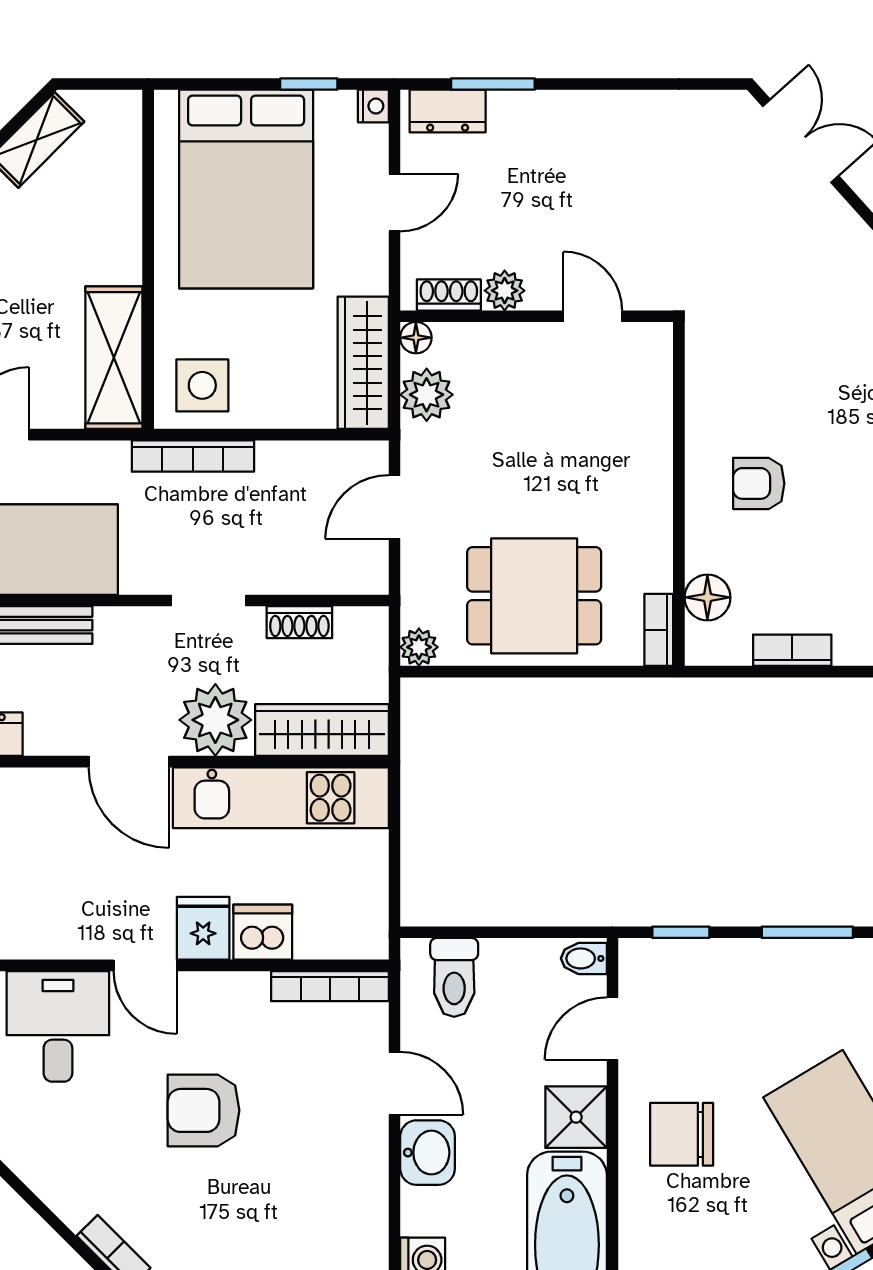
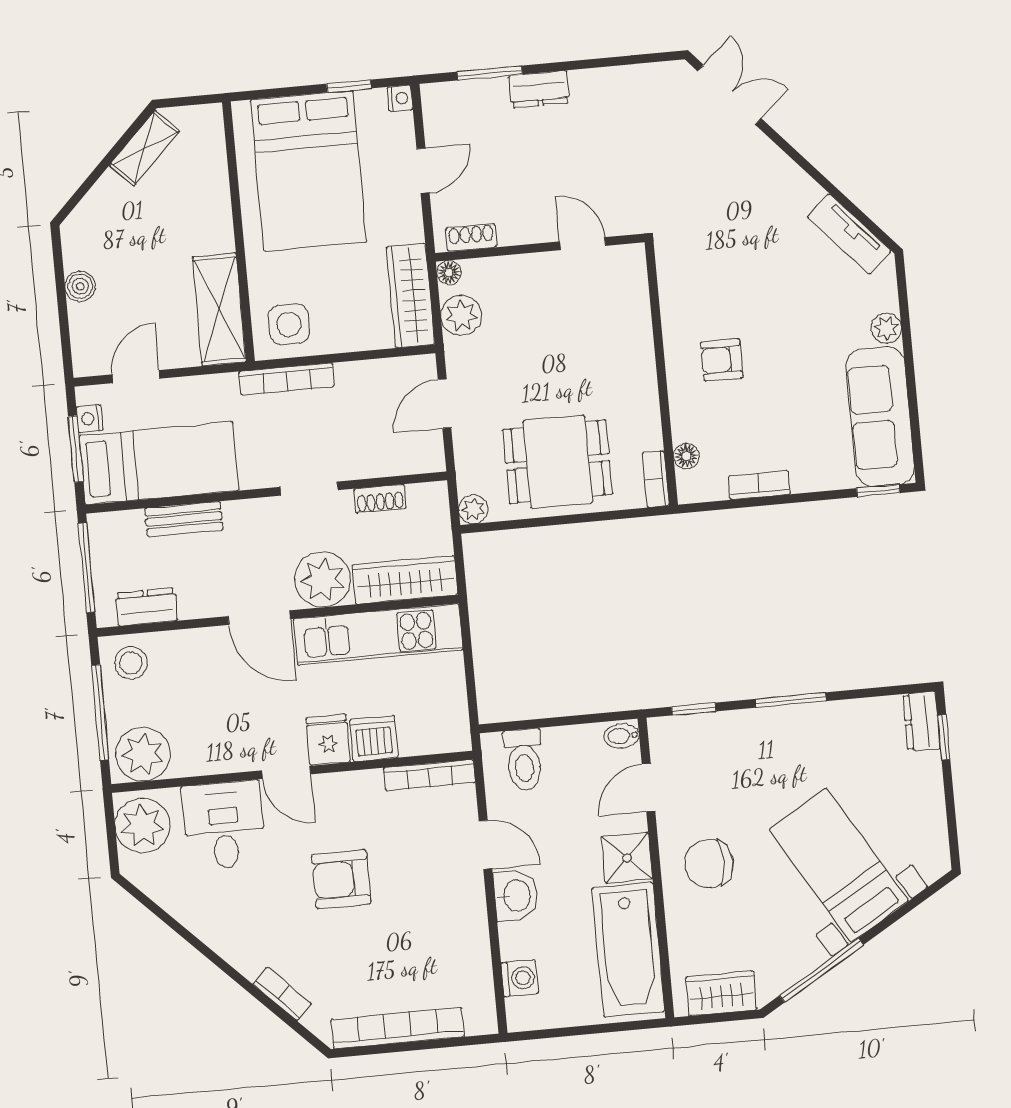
dresser: (448, 111) -> (539, 89), moved
plant: (505, 291) -> (513, 230), removed
floor lamp: (707, 597) -> (686, 456), width x0.73, depth x0.73

